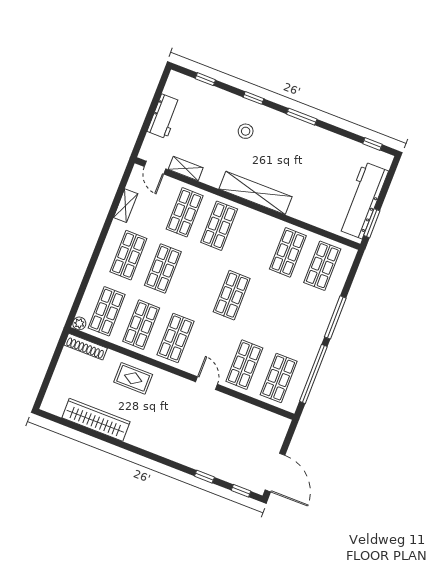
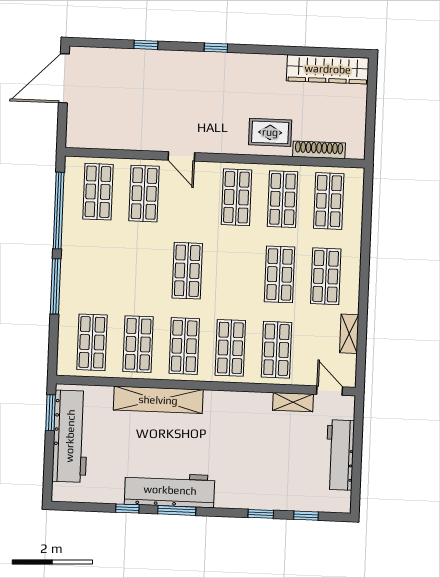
window: (253, 98) -> (261, 514), moved
workbench: (164, 116) -> (340, 455), width x1.38
stool: (246, 131) -> (237, 470), removed
workbench: (302, 134) -> (170, 490), added
window: (372, 144) -> (127, 509), moved
shelving: (255, 193) -> (158, 400), moved
shop shelf: (253, 239) -> (184, 346), added
plant: (79, 323) -> (356, 175), removed
shoe rack: (86, 347) -> (319, 150), moved
wardrobe: (96, 420) -> (328, 69), moved
door: (275, 473) -> (64, 78), hinge flipped
window: (241, 491) -> (216, 48), moved

